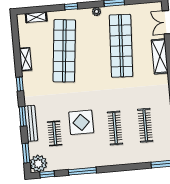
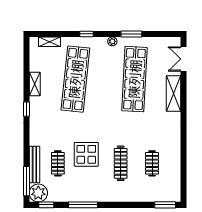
window: (23, 116) -> (26, 143), removed
bench: (31, 123) -> (34, 165), moved
clothes rail: (145, 125) -> (152, 163), width x0.73
window: (26, 153) -> (26, 181), width x1.44

